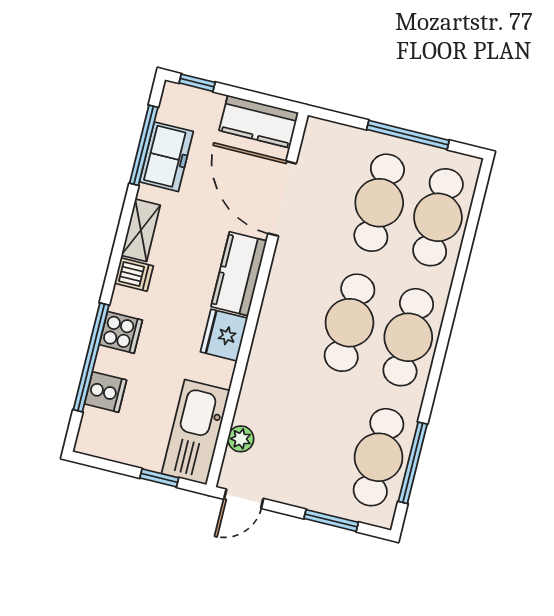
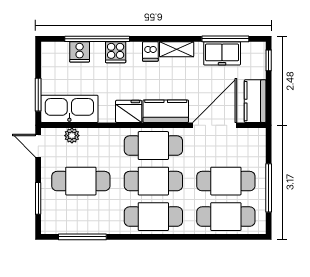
cafe table: (291, 308) -> (153, 146), added
cafe table: (379, 457) -> (81, 181), moved
window: (159, 478) -> (38, 95), width x1.50

